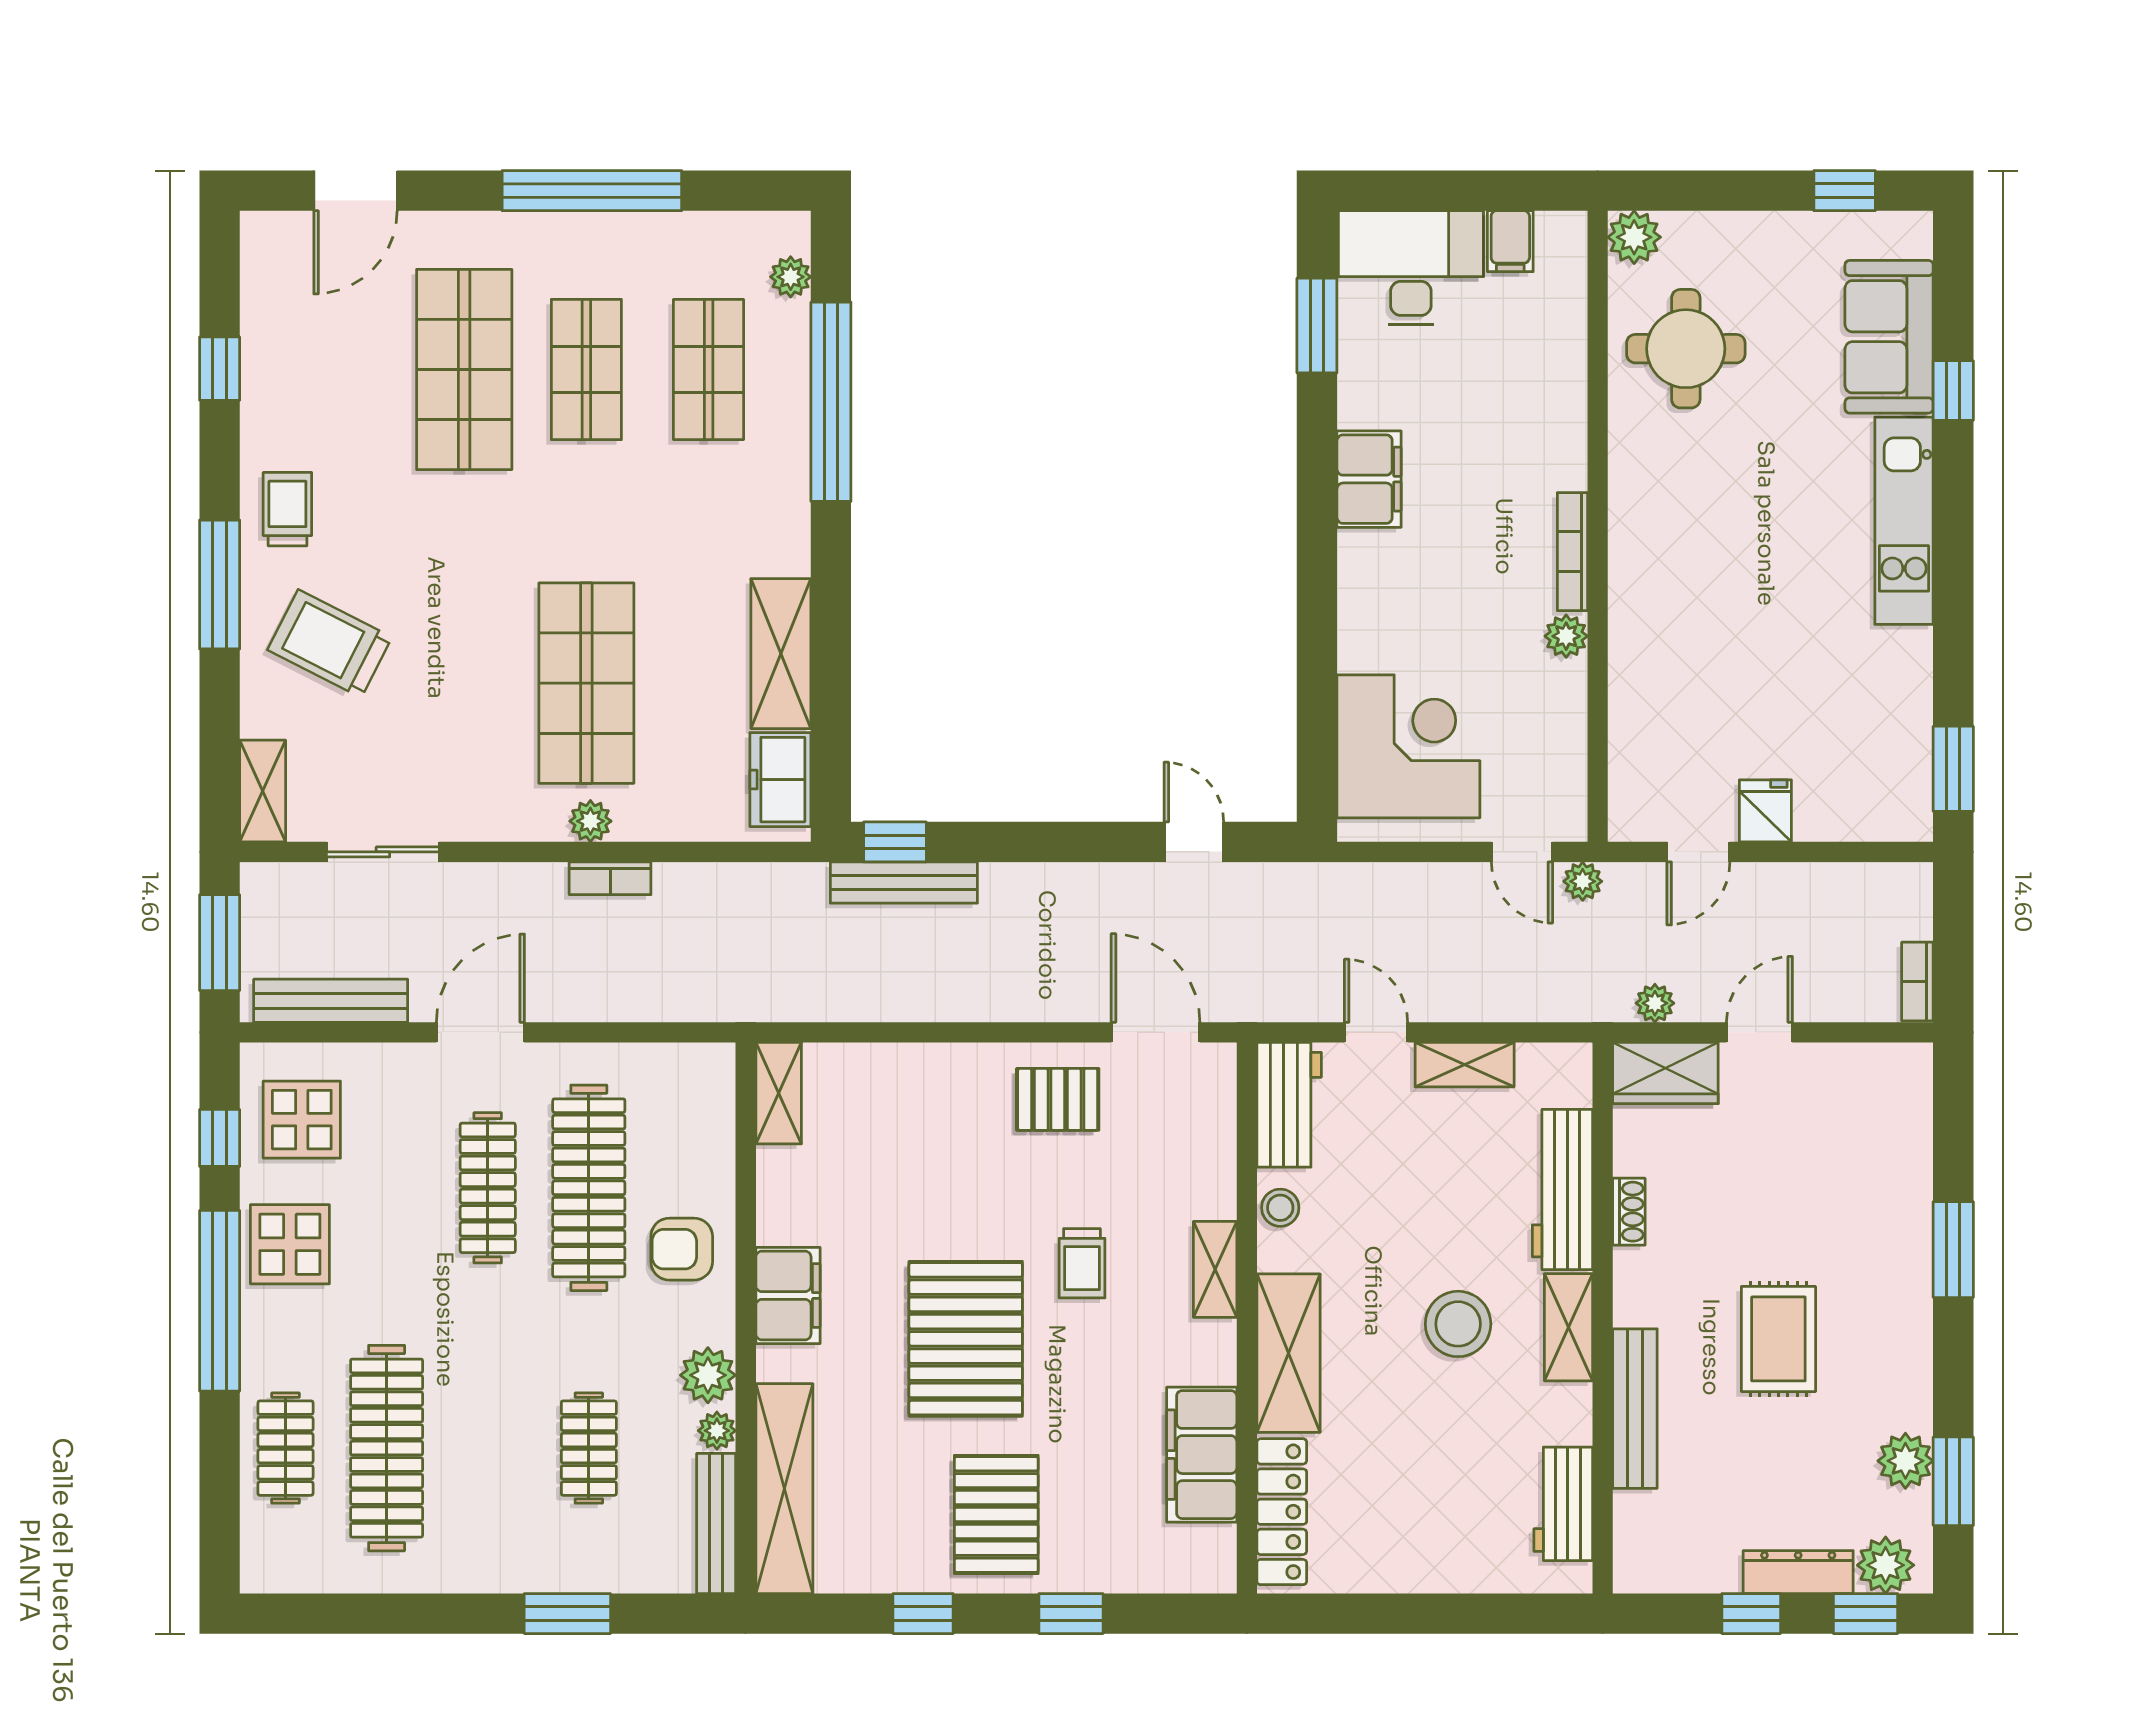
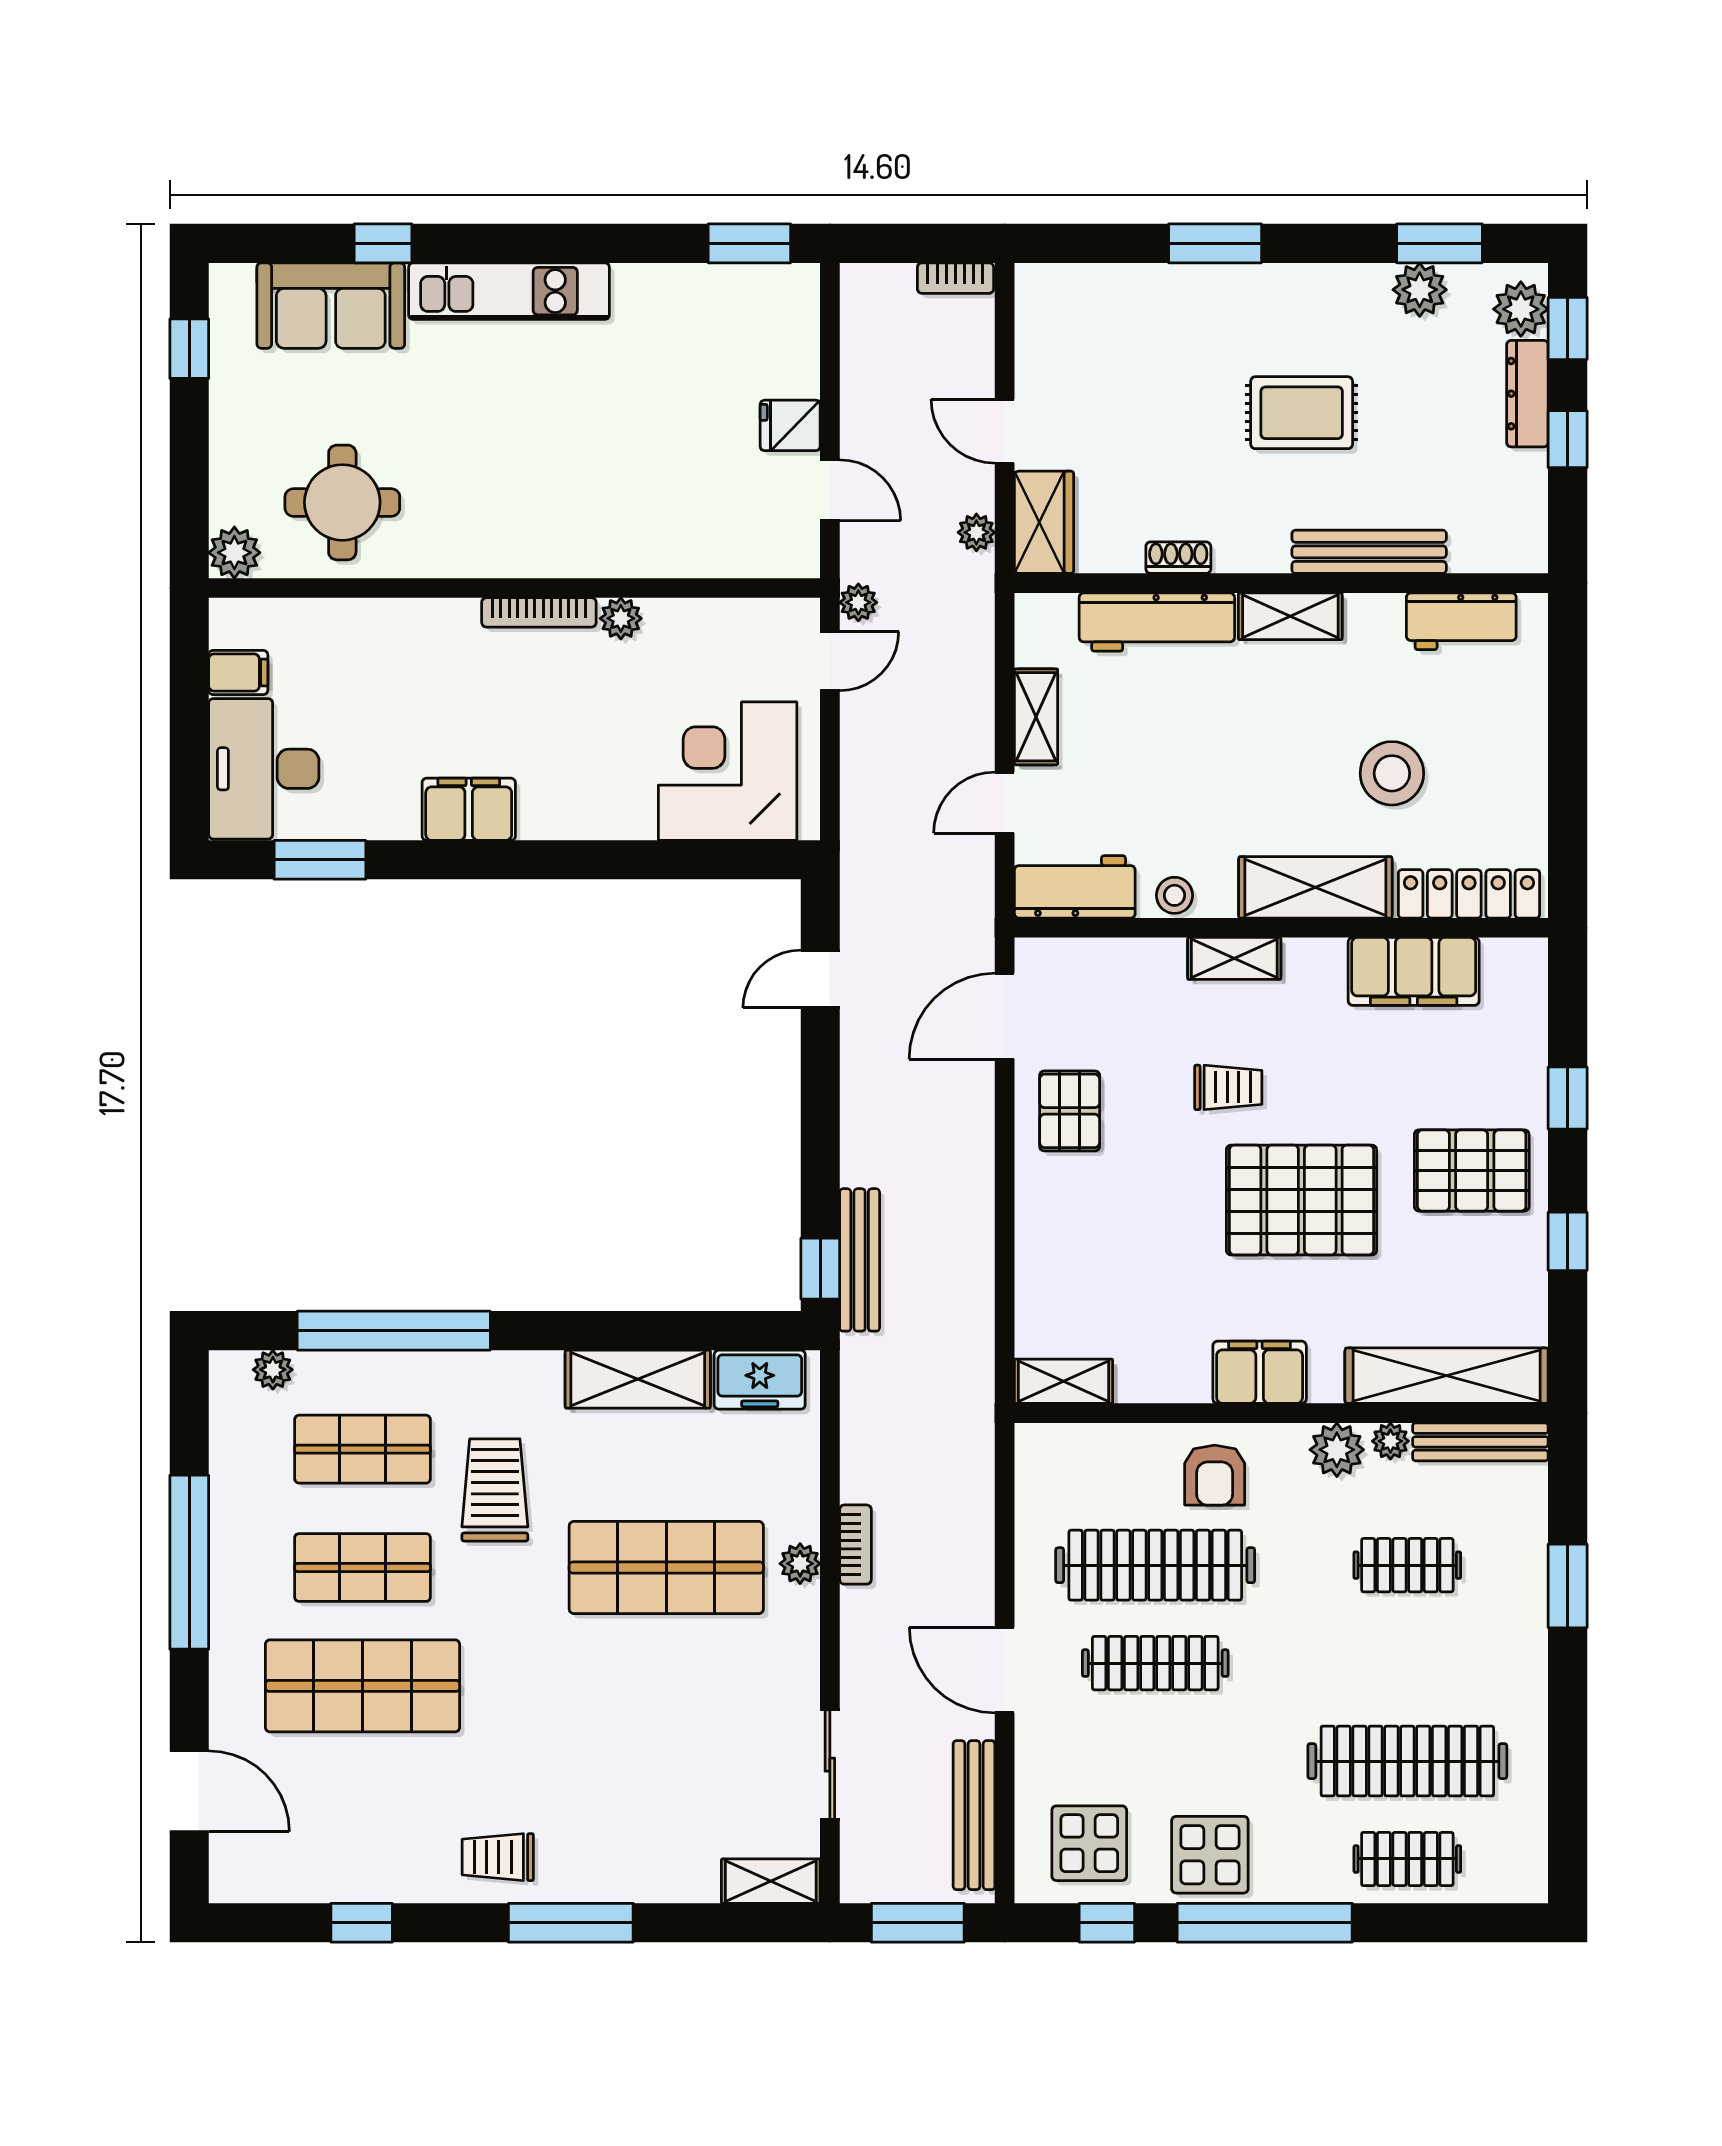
trolley: (330, 644) -> (495, 1490), moved, turned 153
stool: (1458, 1324) -> (1392, 773), moved

